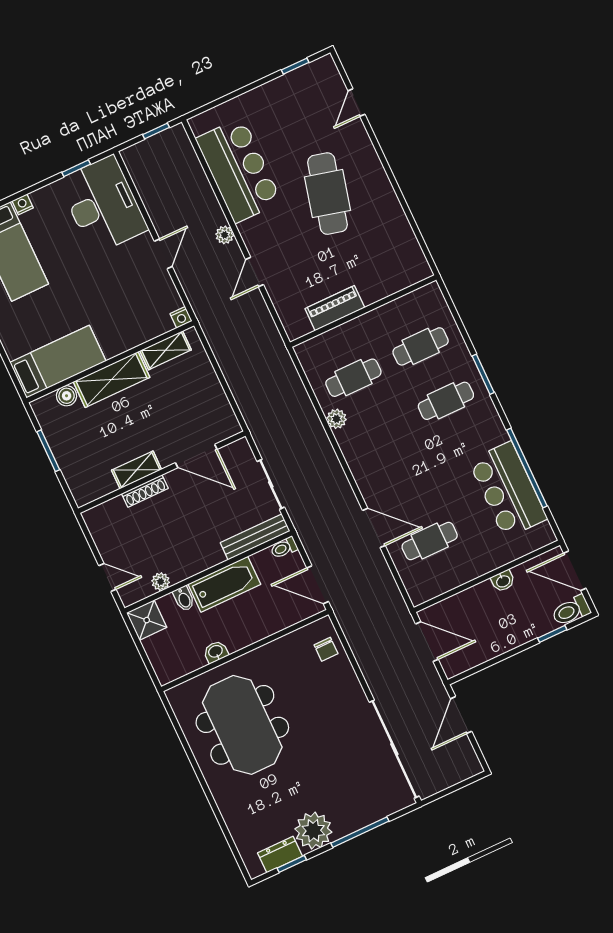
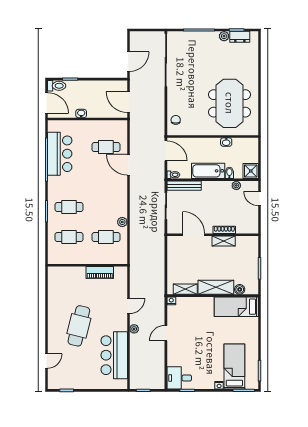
desk: (103, 205) -> (179, 378), width x0.53, depth x0.77
plant: (313, 831) -> (224, 36), width x0.53, depth x0.53

